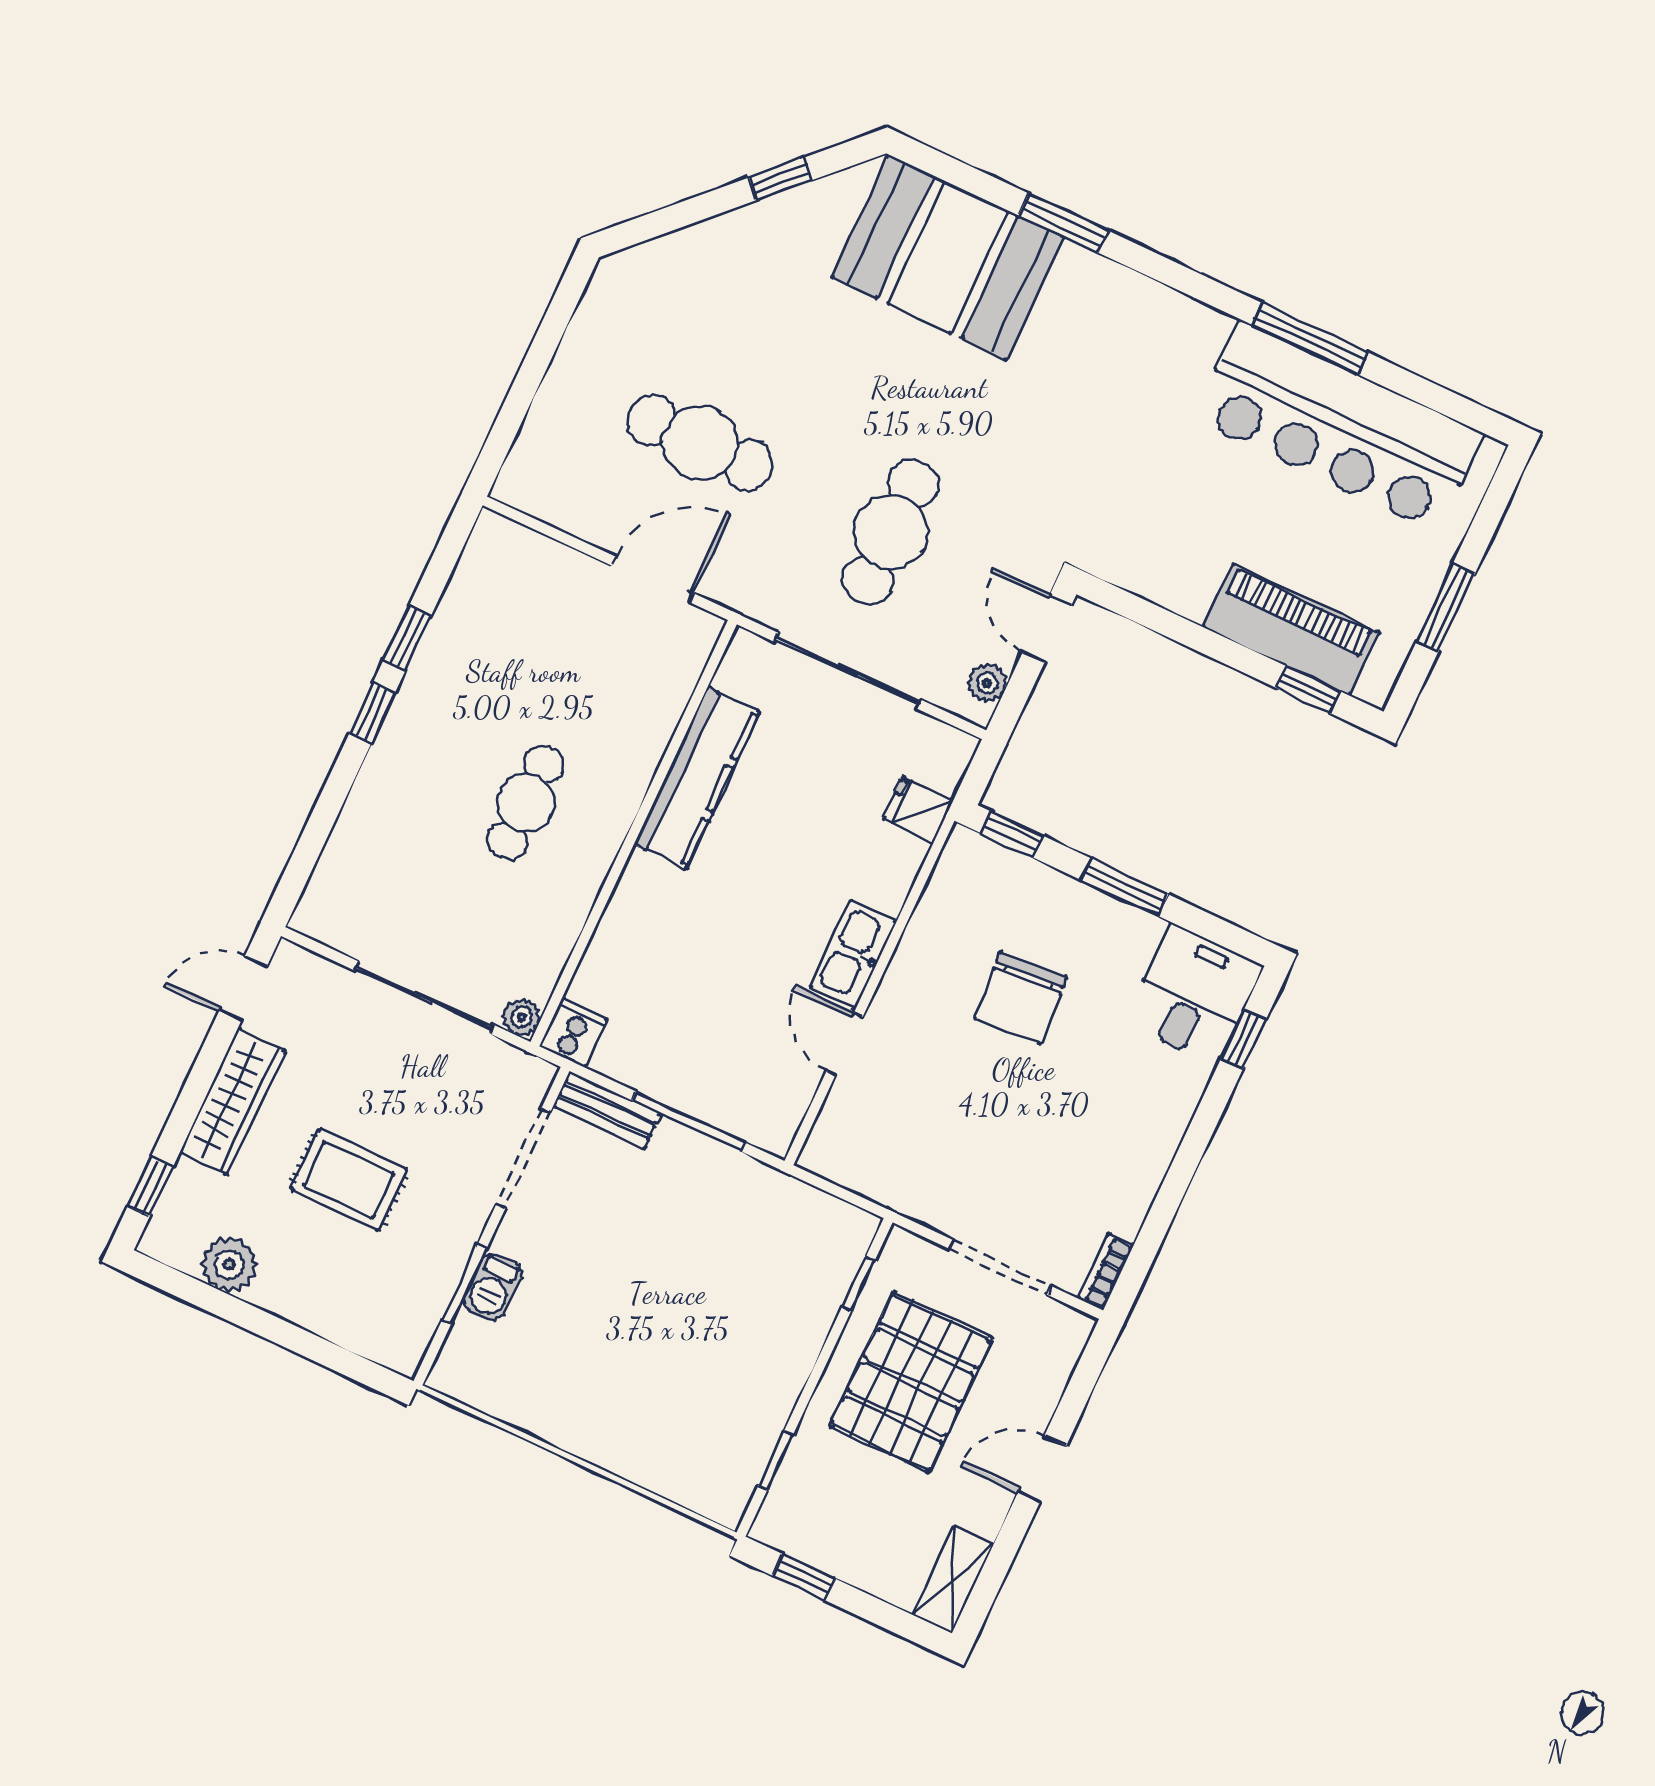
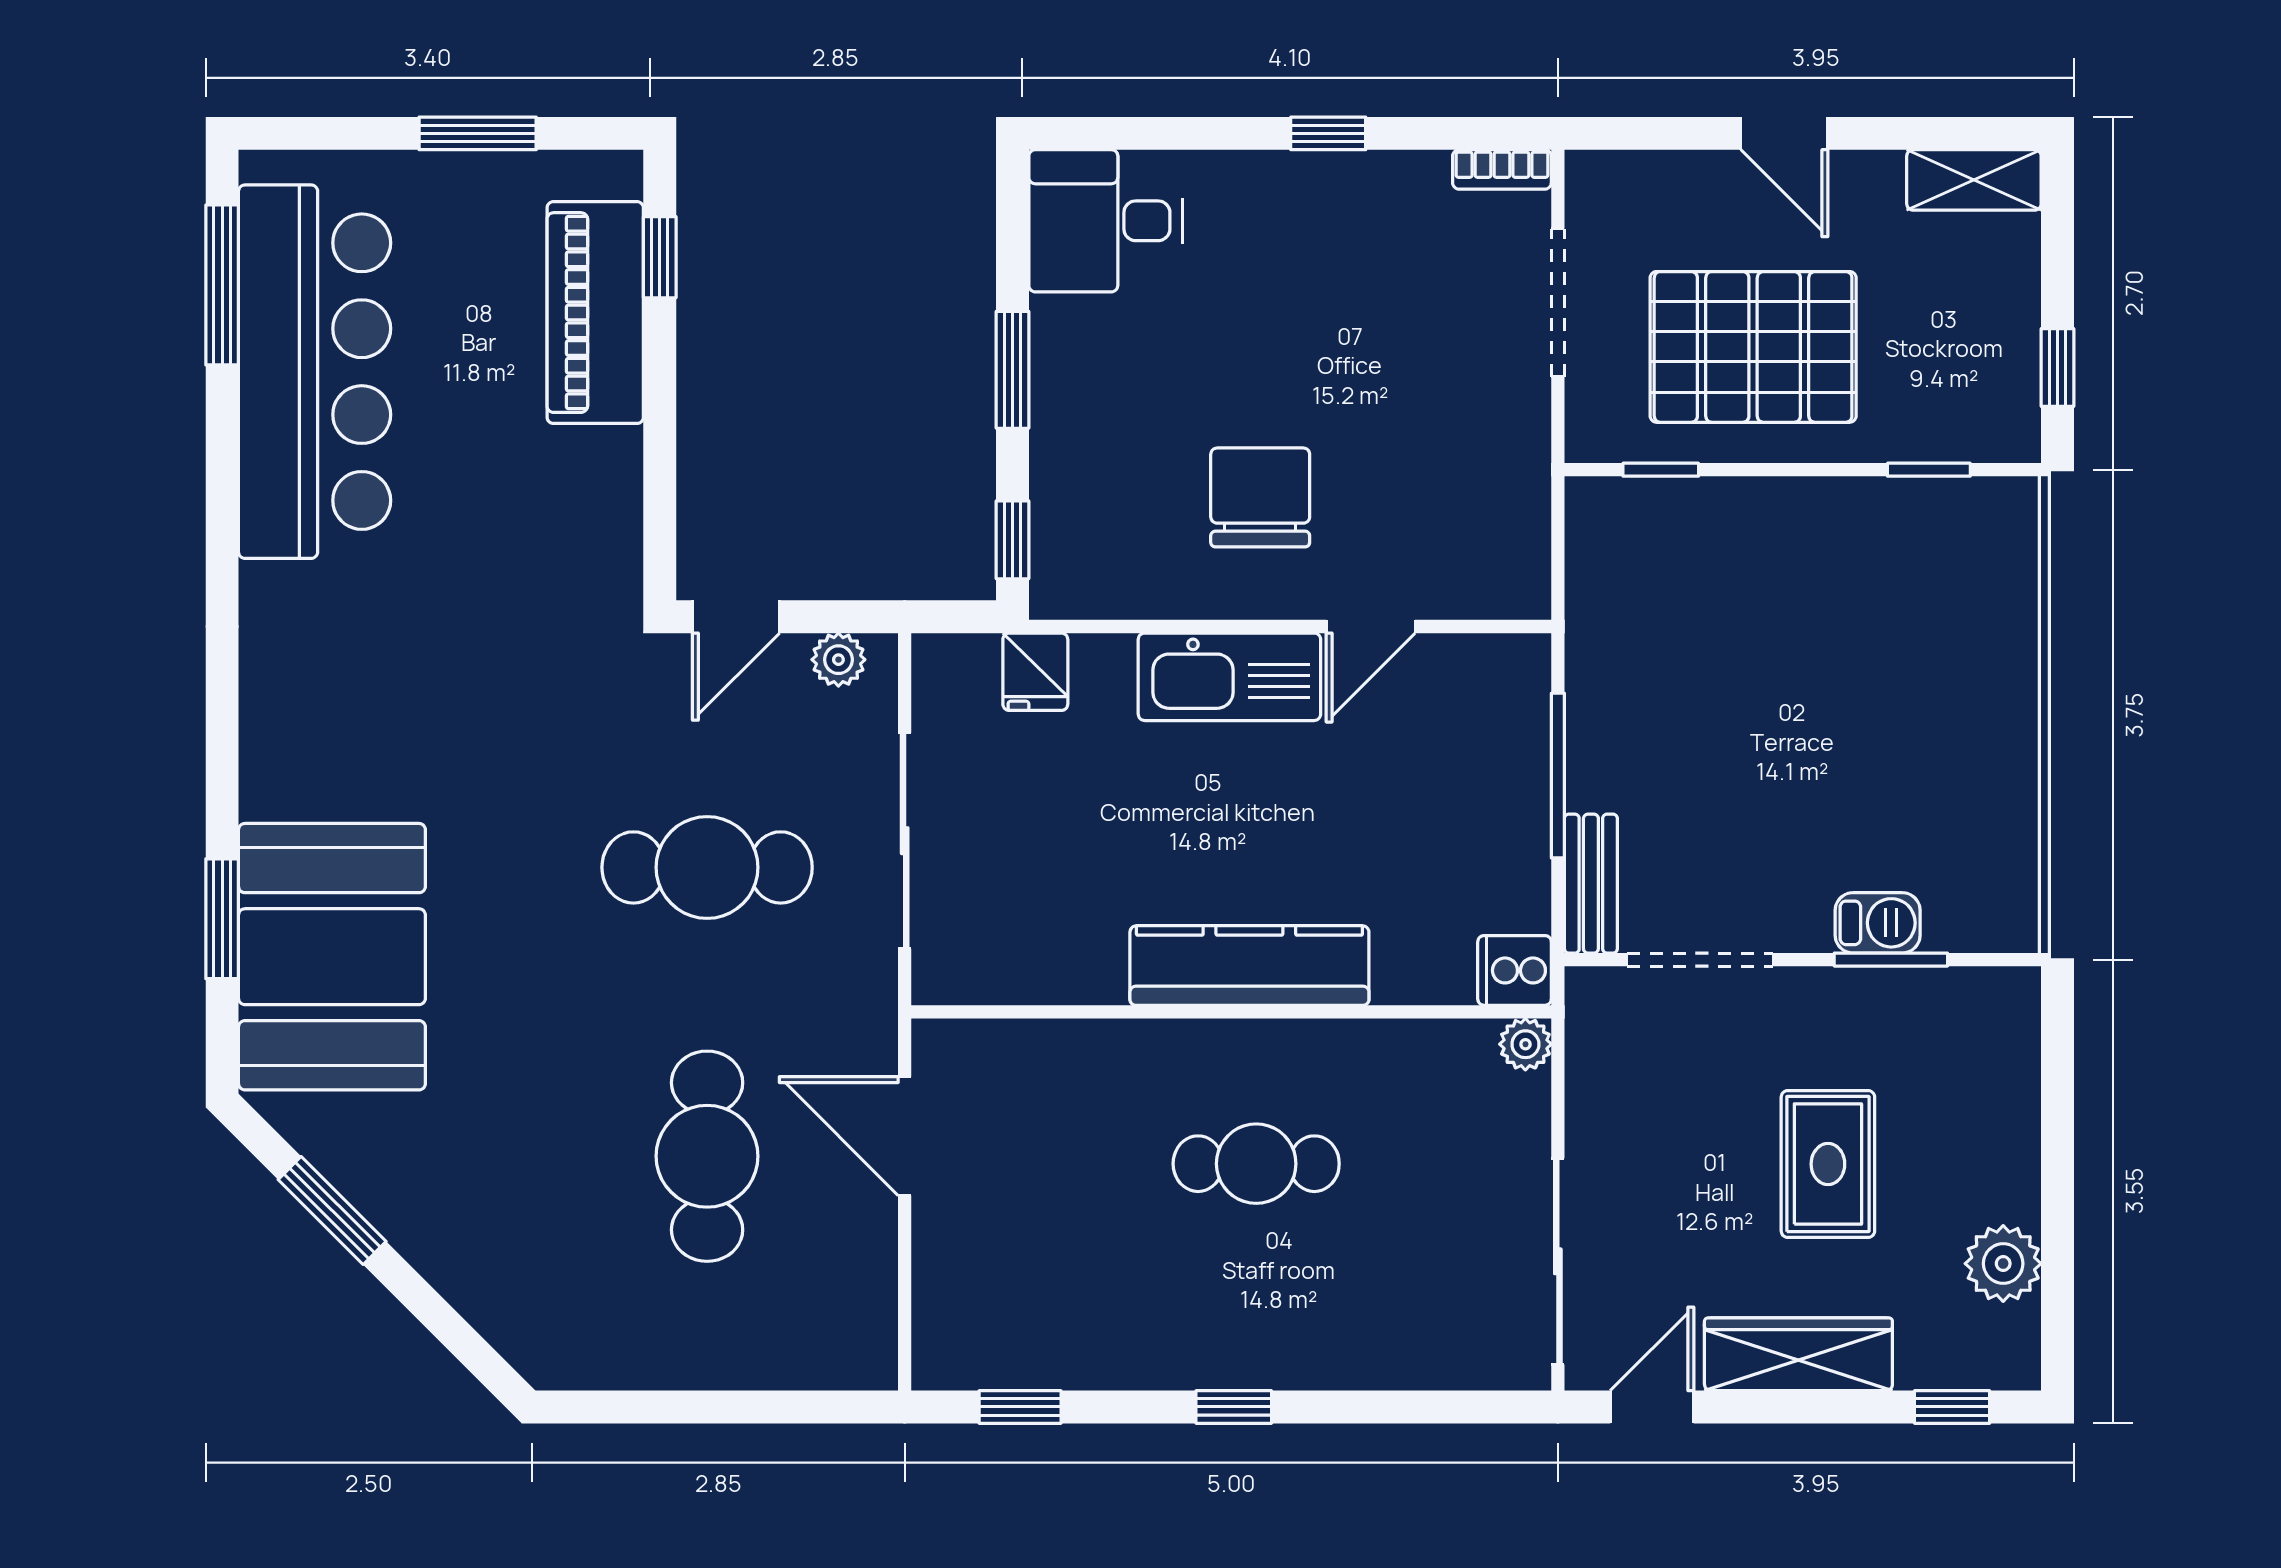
window: (780, 179) -> (332, 1211), width x1.50
window: (1063, 223) -> (222, 919), moved
window: (1310, 339) -> (222, 285), moved
window: (407, 638) -> (1020, 1407), moved
kitchen counter: (697, 778) -> (1249, 965), moved
kitchen sink: (853, 954) -> (1229, 677), width x1.36, depth x1.24
door: (243, 988) -> (1652, 1407), swing flipped
sliding door: (424, 997) -> (1558, 1261), moved
chair: (1020, 998) -> (1260, 497), moved, turned -86
window: (1244, 1039) -> (1328, 133), moved

